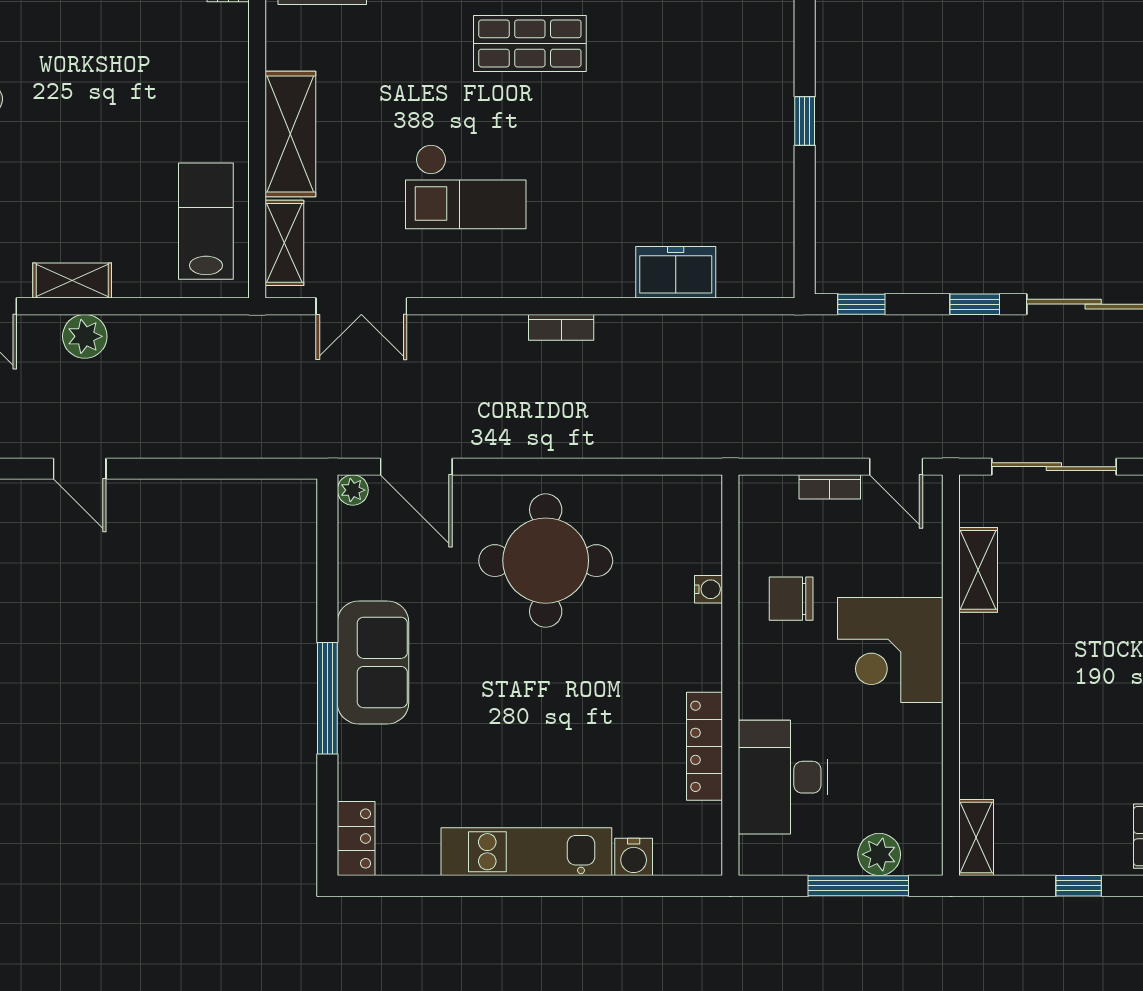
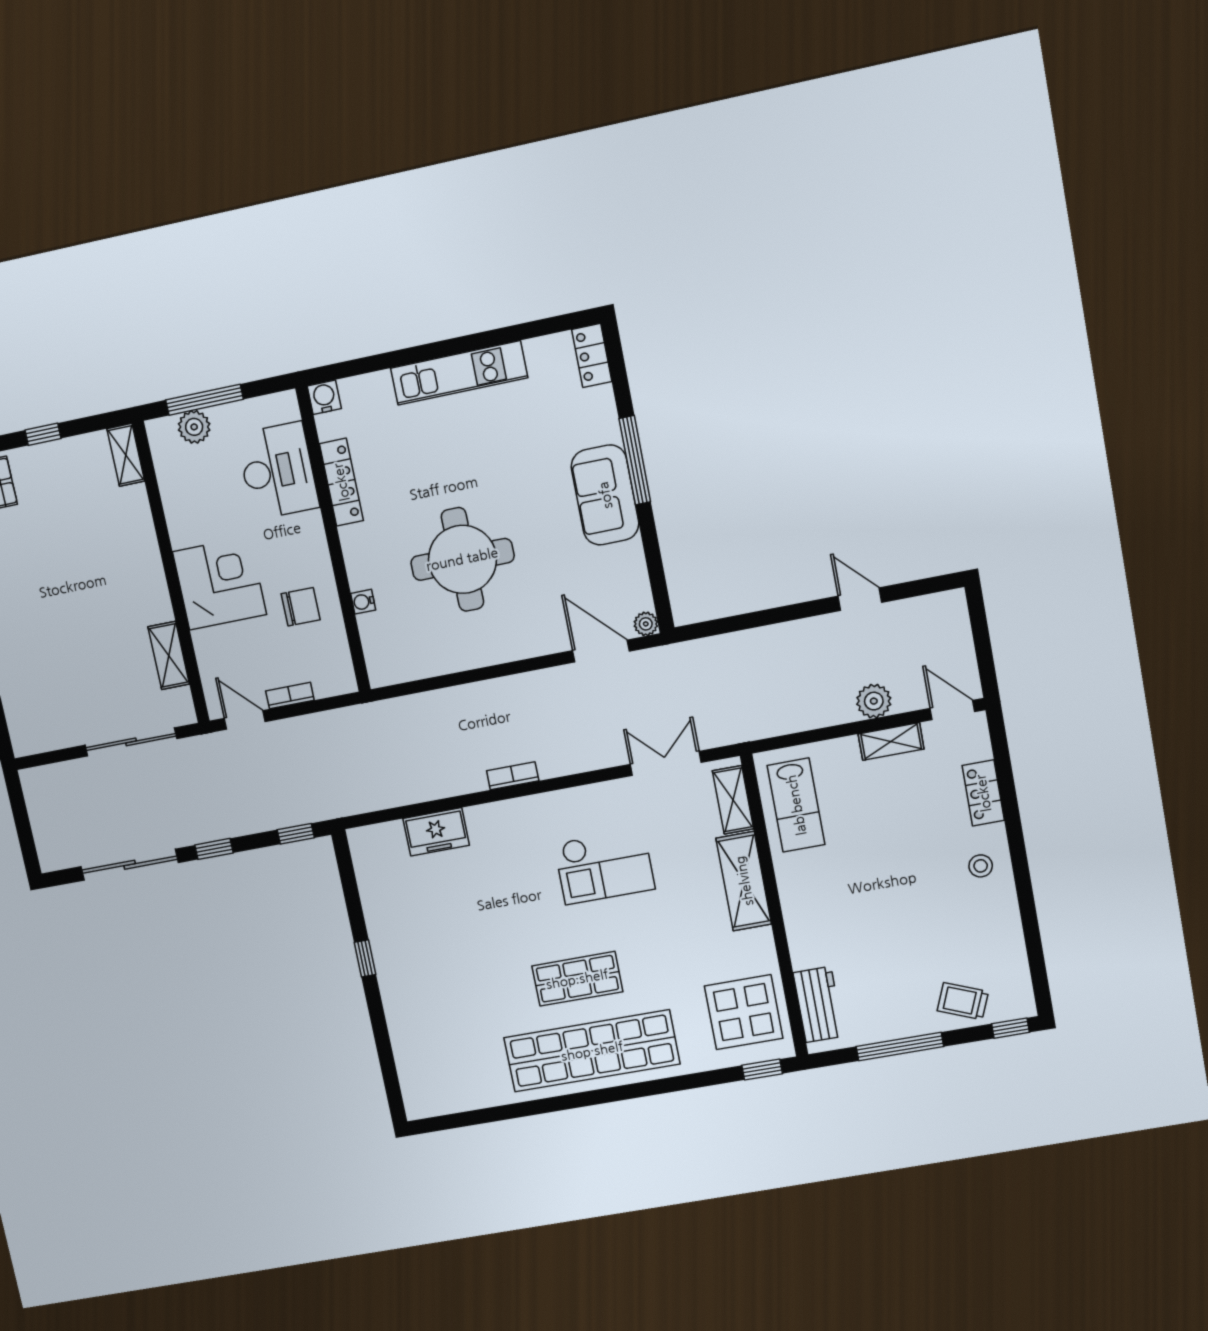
checkout: (466, 187) -> (604, 866), turned 180
round table: (546, 561) -> (462, 559), moved
water cooler: (634, 857) -> (324, 397), moved

